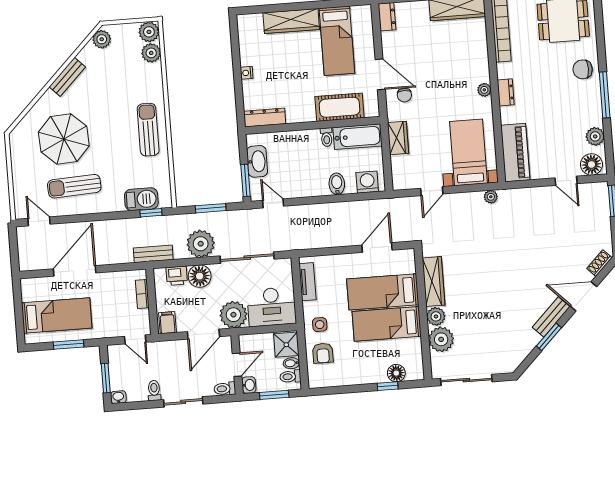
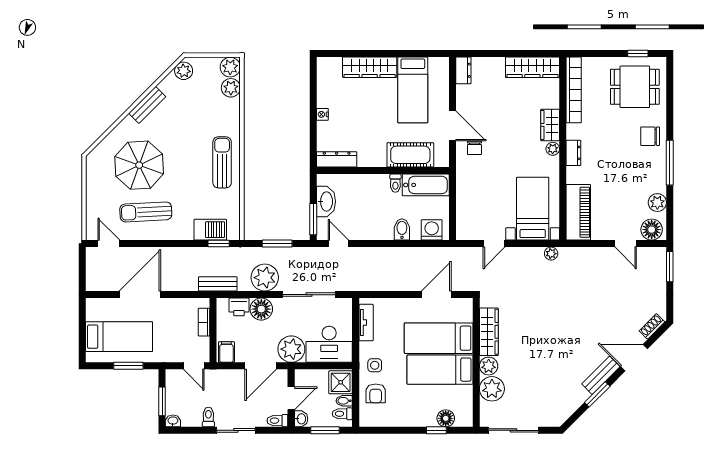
wardrobe: (398, 138) -> (550, 125), moved, turned 180

